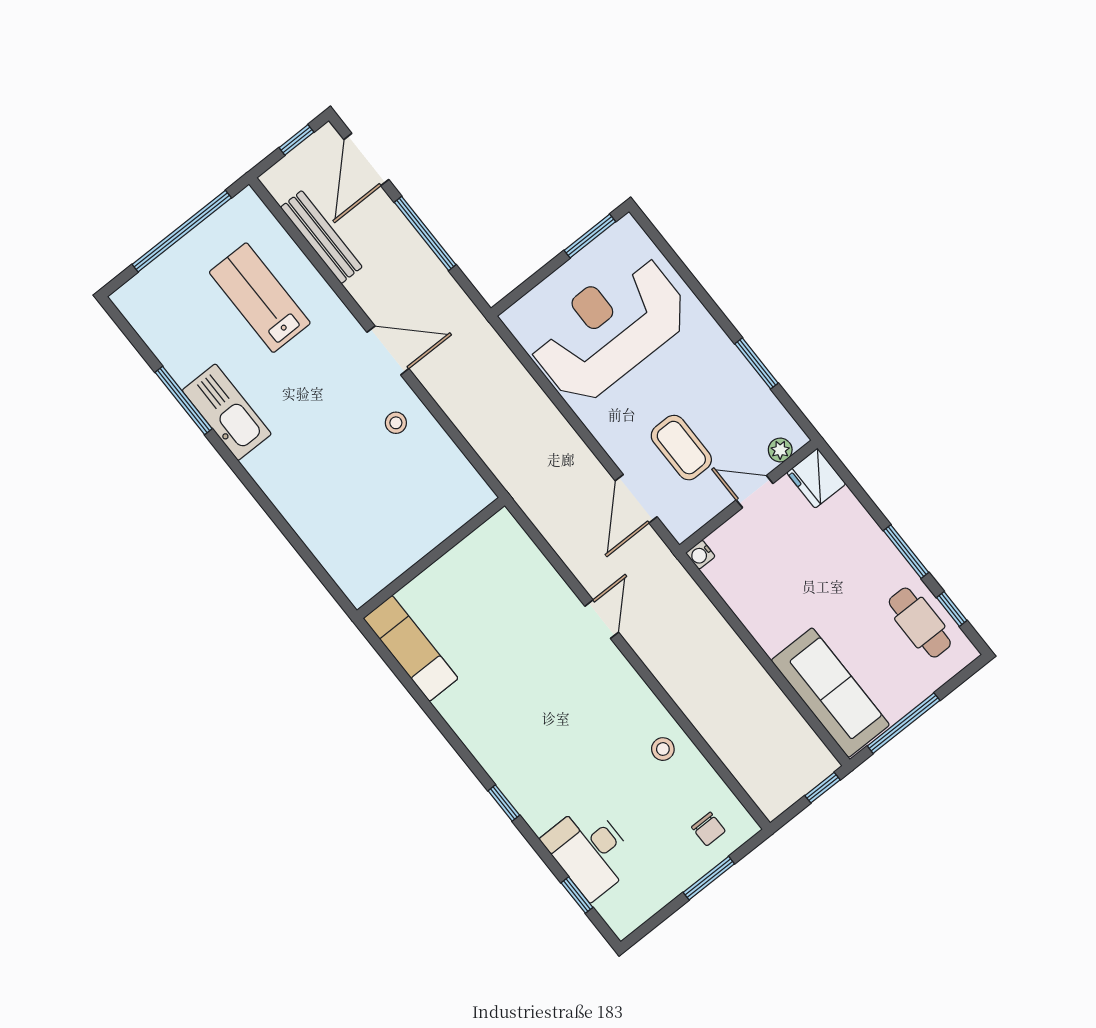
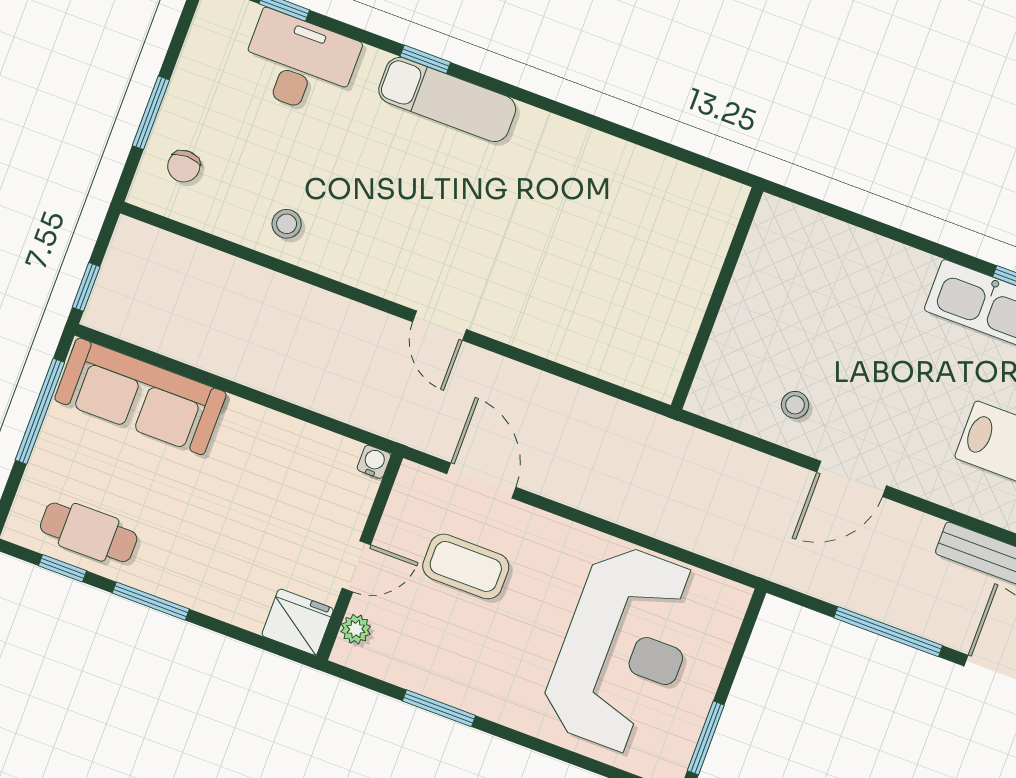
wall: (431, 558) -> (717, 298), moved
exam couch: (411, 648) -> (447, 100), moved
chair: (708, 829) -> (184, 166), turned -90

